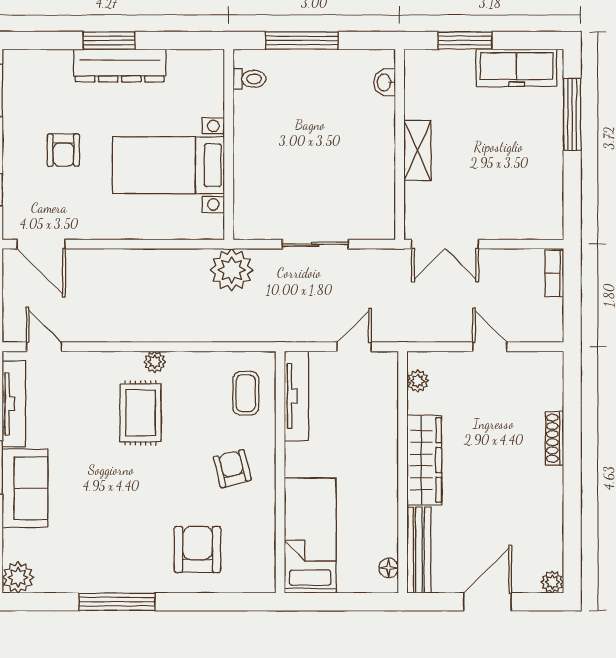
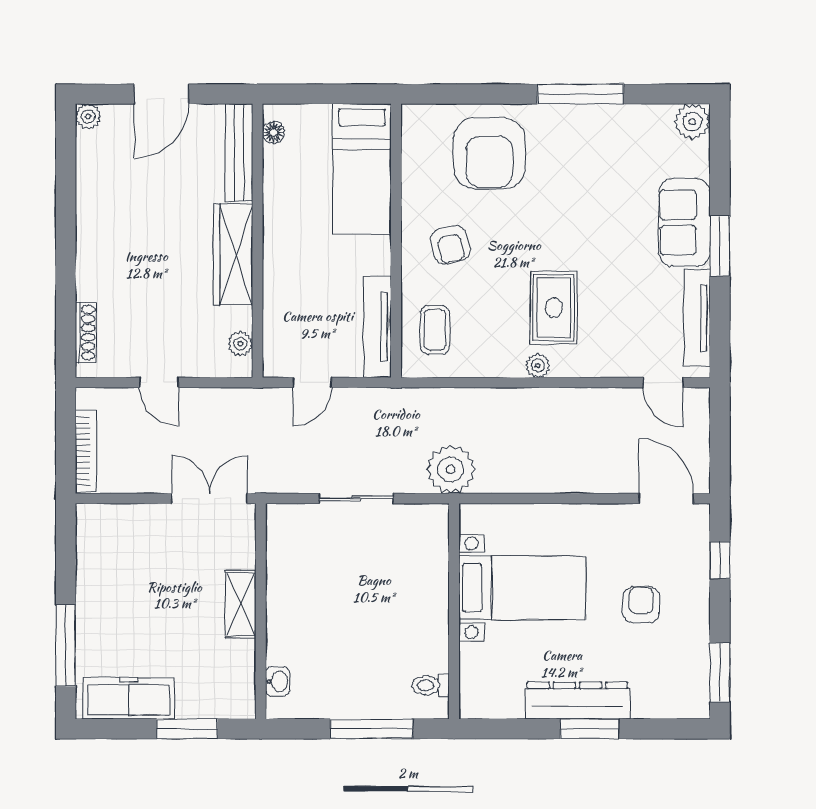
bookcase: (554, 273) -> (86, 451), width x1.56
shoe rack: (554, 438) -> (86, 333), moved
armchair: (198, 549) -> (489, 153), width x1.36, depth x1.36

